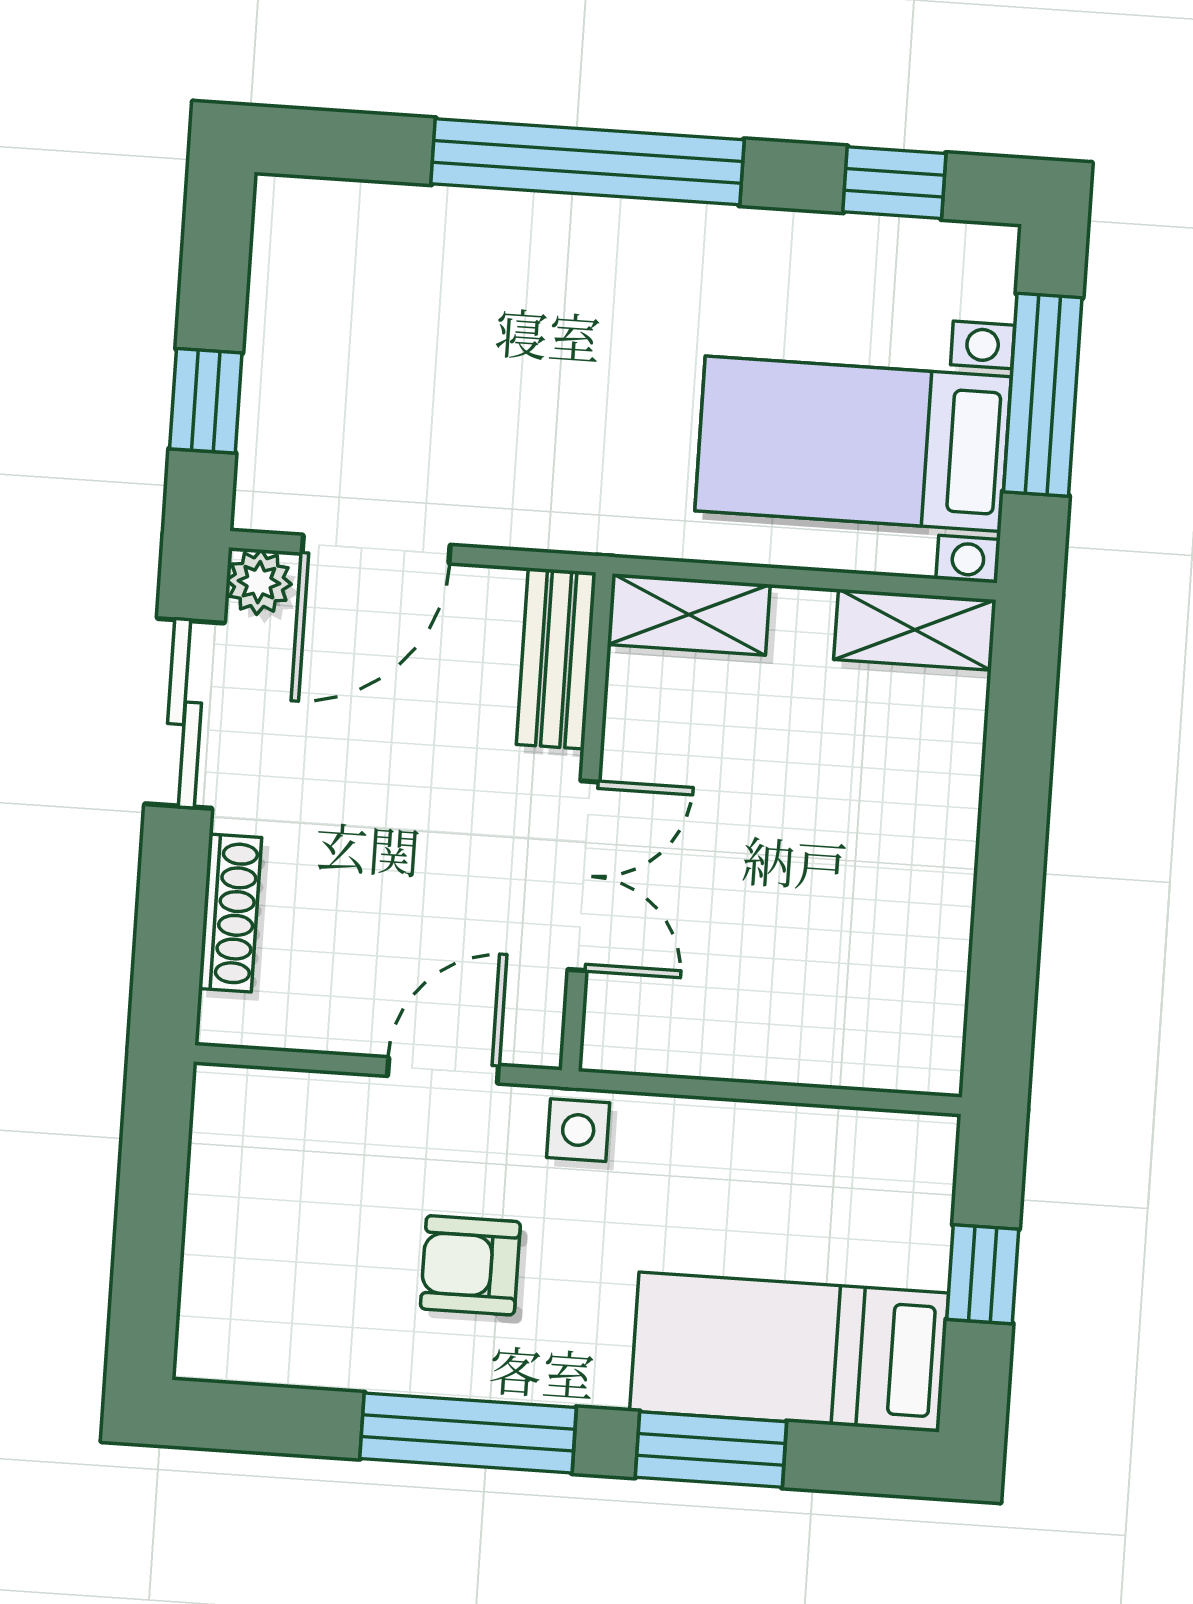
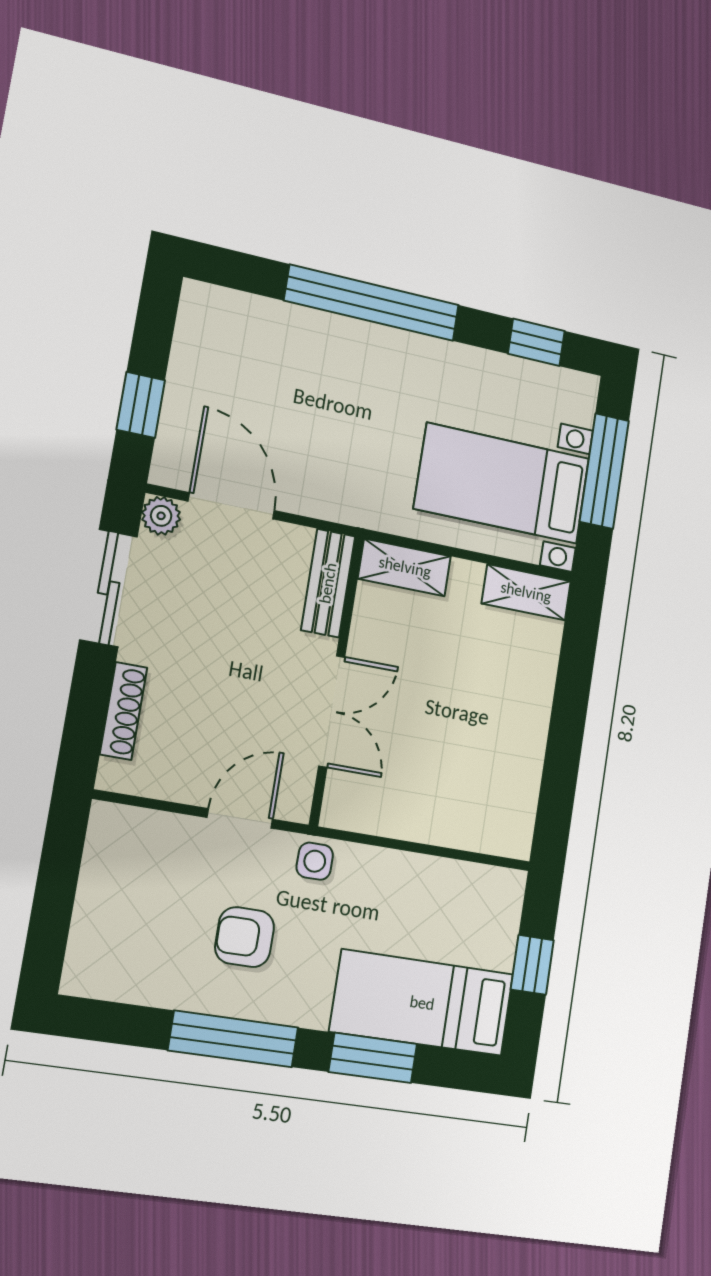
door: (376, 549) -> (231, 506), swing flipped

